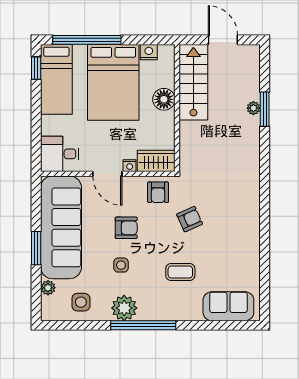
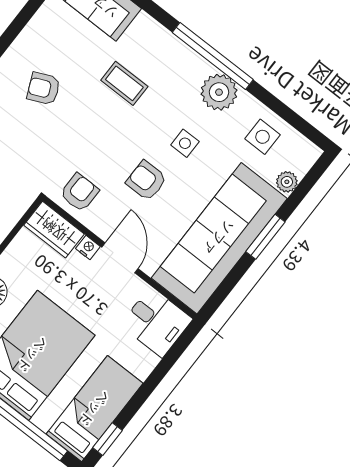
armchair: (190, 219) -> (44, 89), moved

